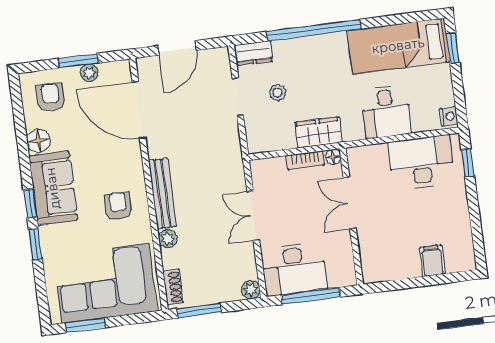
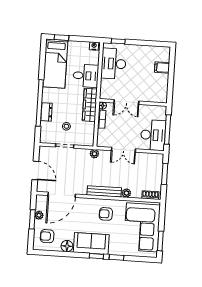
dresser: (254, 53) -> (47, 112), moved
wardrobe: (318, 132) -> (90, 105), width x1.50
plant: (251, 290) -> (94, 154), moved
window: (199, 310) -> (165, 174), moved

